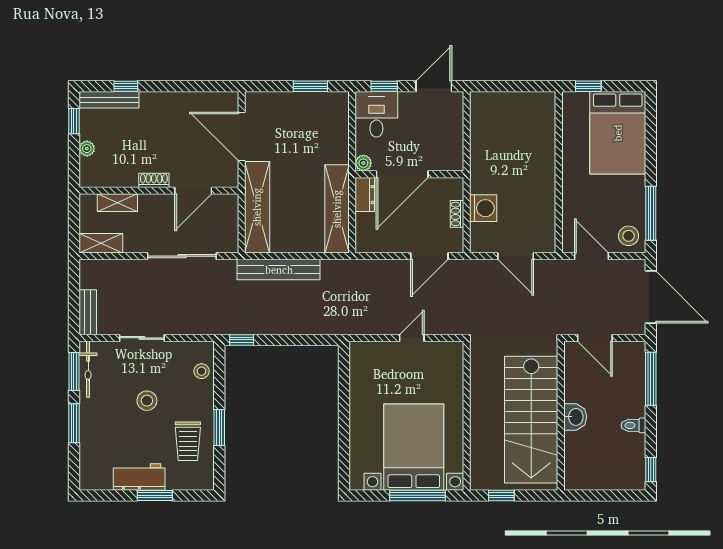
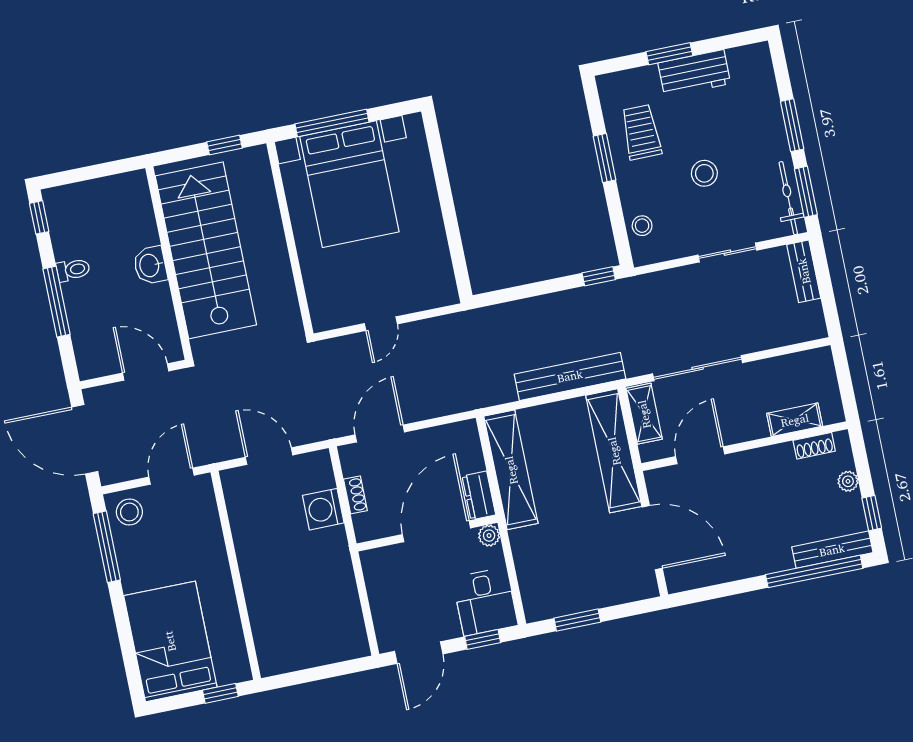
window: (126, 86) -> (814, 571), width x3.17
shoe rack: (154, 180) -> (814, 446), moved
shelving: (101, 243) -> (644, 414), moved, turned 90
door: (592, 256) -> (172, 476), swing flipped
window: (651, 379) -> (56, 302), moved

